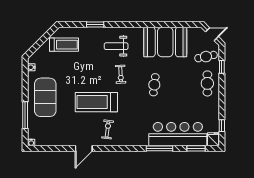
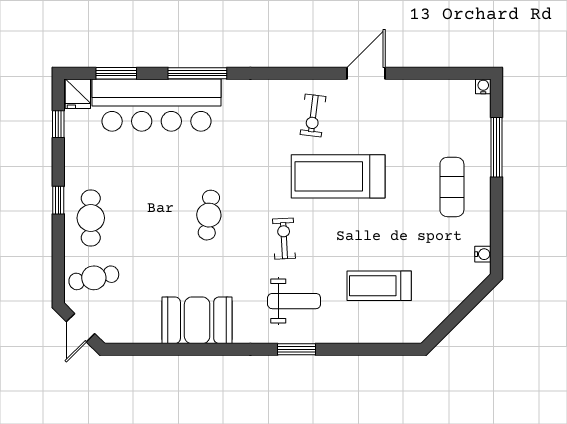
window: (95, 24) -> (296, 349), moved
door: (212, 34) -> (81, 328), hinge flipped
booth: (165, 42) -> (197, 320), width x0.73, depth x0.70
treadmill: (64, 45) -> (379, 286), moved
window: (222, 67) -> (58, 200), moved
exercise mat: (45, 97) -> (452, 187), width x0.50, depth x0.69
treadmill: (96, 102) -> (338, 176), turned 180

